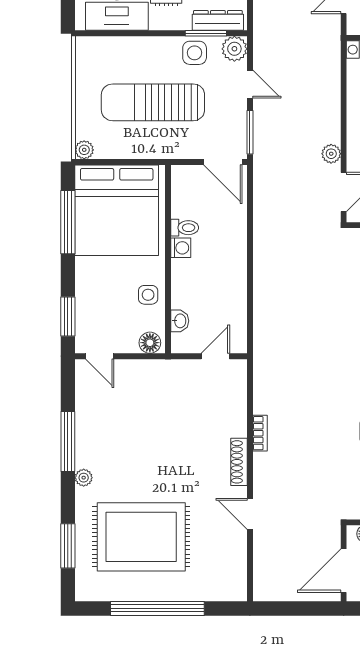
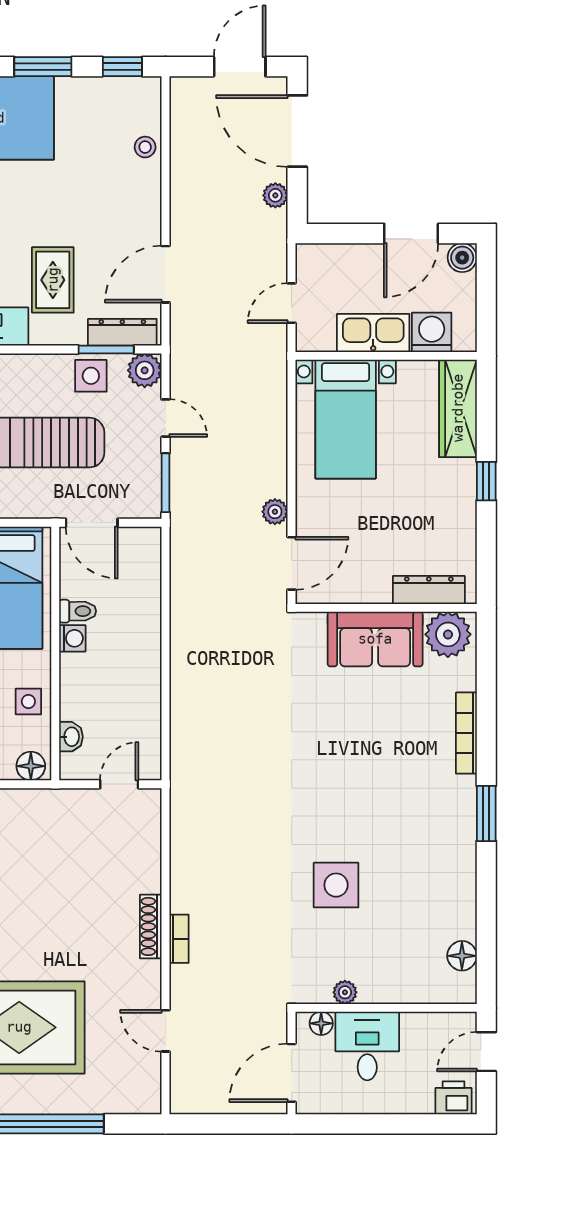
door: (223, 162) -> (92, 523), moved
bookcase: (260, 433) -> (179, 939), moved
door: (250, 514) -> (166, 1031), moved

